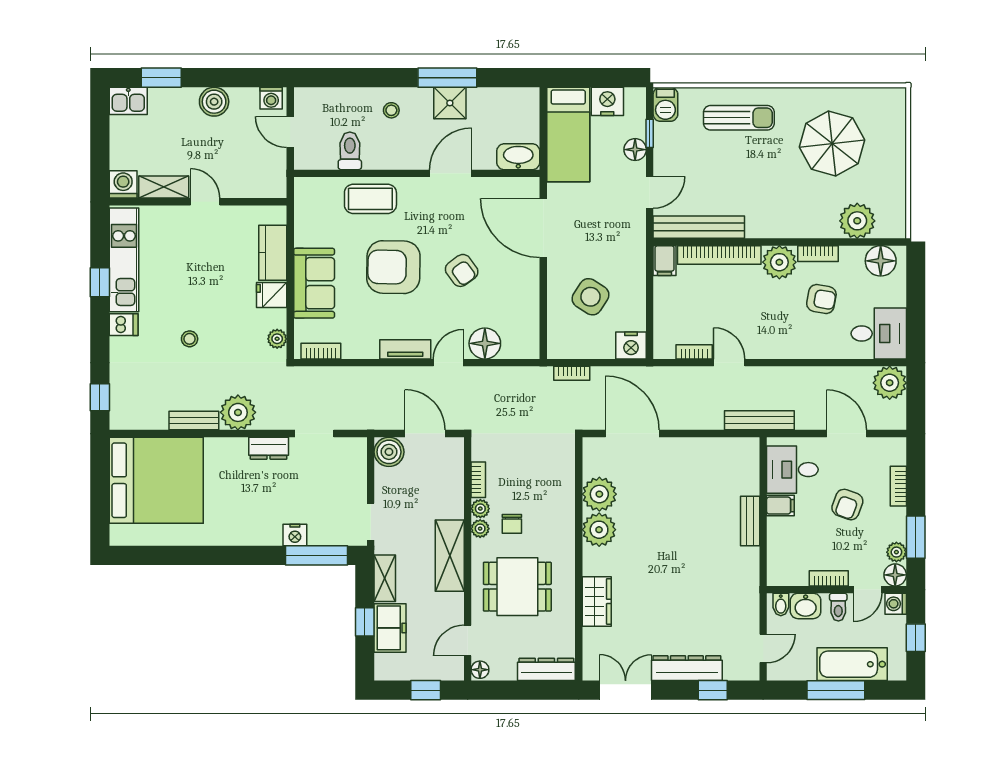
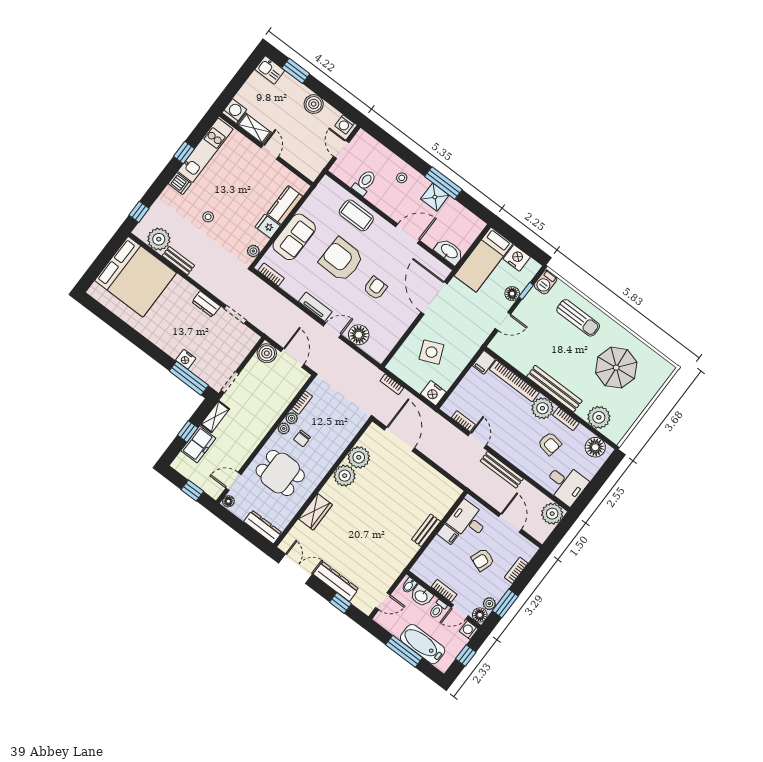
bench: (699, 227) -> (554, 389), moved
armchair: (462, 270) -> (375, 288), turned -144
side table: (591, 297) -> (431, 352), turned 34
plant: (238, 412) -> (159, 239), moved
bench: (759, 420) -> (502, 470), moved
shelving: (450, 556) -> (257, 431), removed

